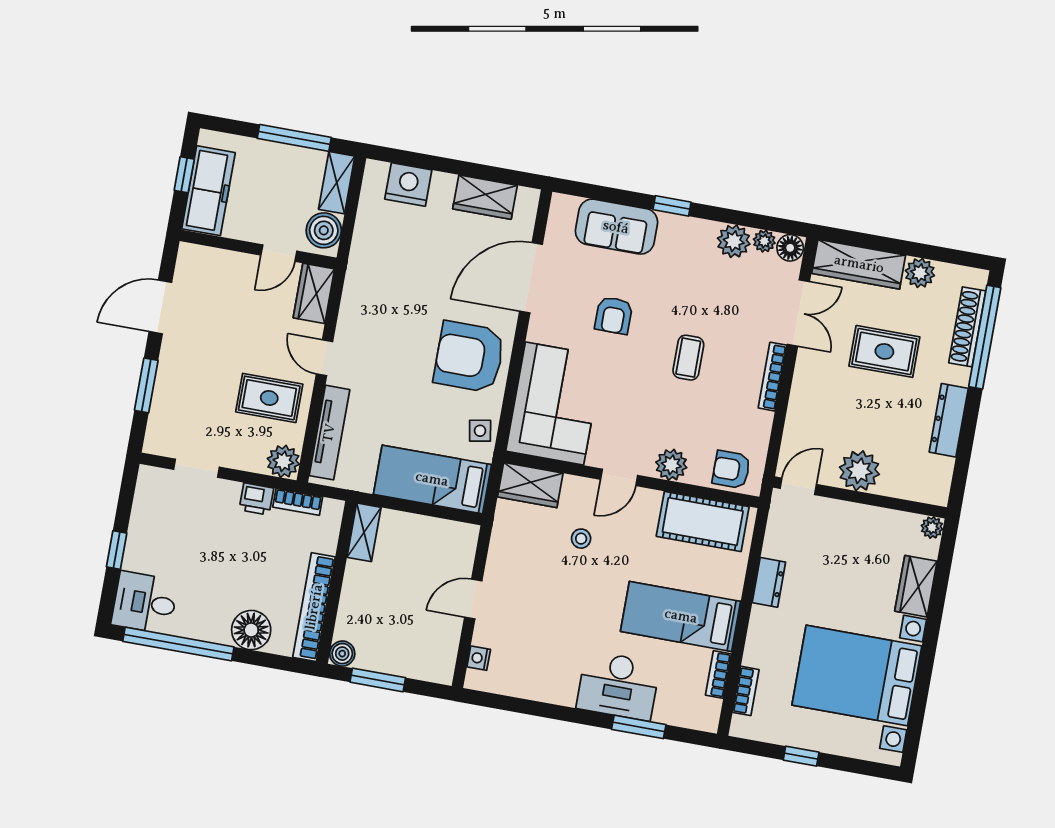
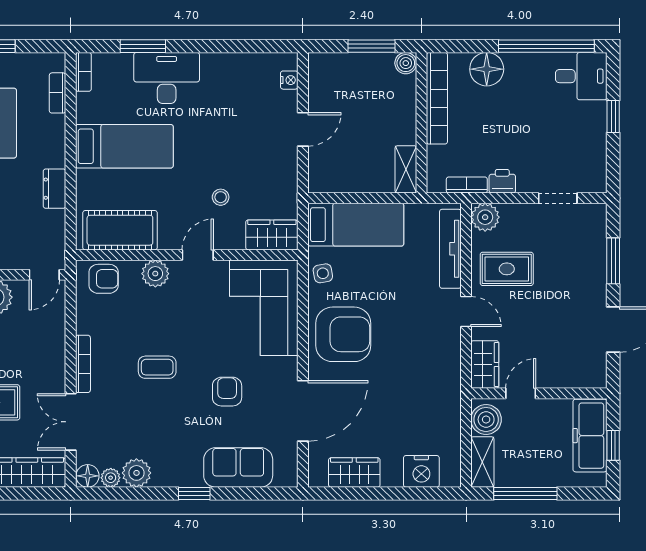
coffee table: (688, 358) -> (157, 367), turned 90
bookcase: (718, 675) -> (83, 72), moved

